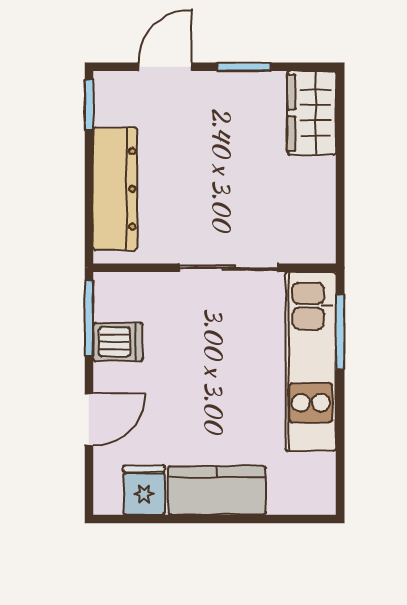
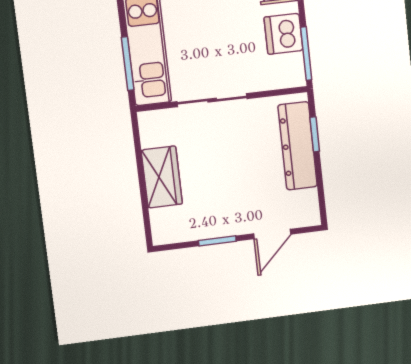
window: (89, 105) -> (315, 134), moved
wardrobe: (312, 113) -> (162, 177), moved
dishwasher: (118, 342) -> (283, 34), width x1.38

